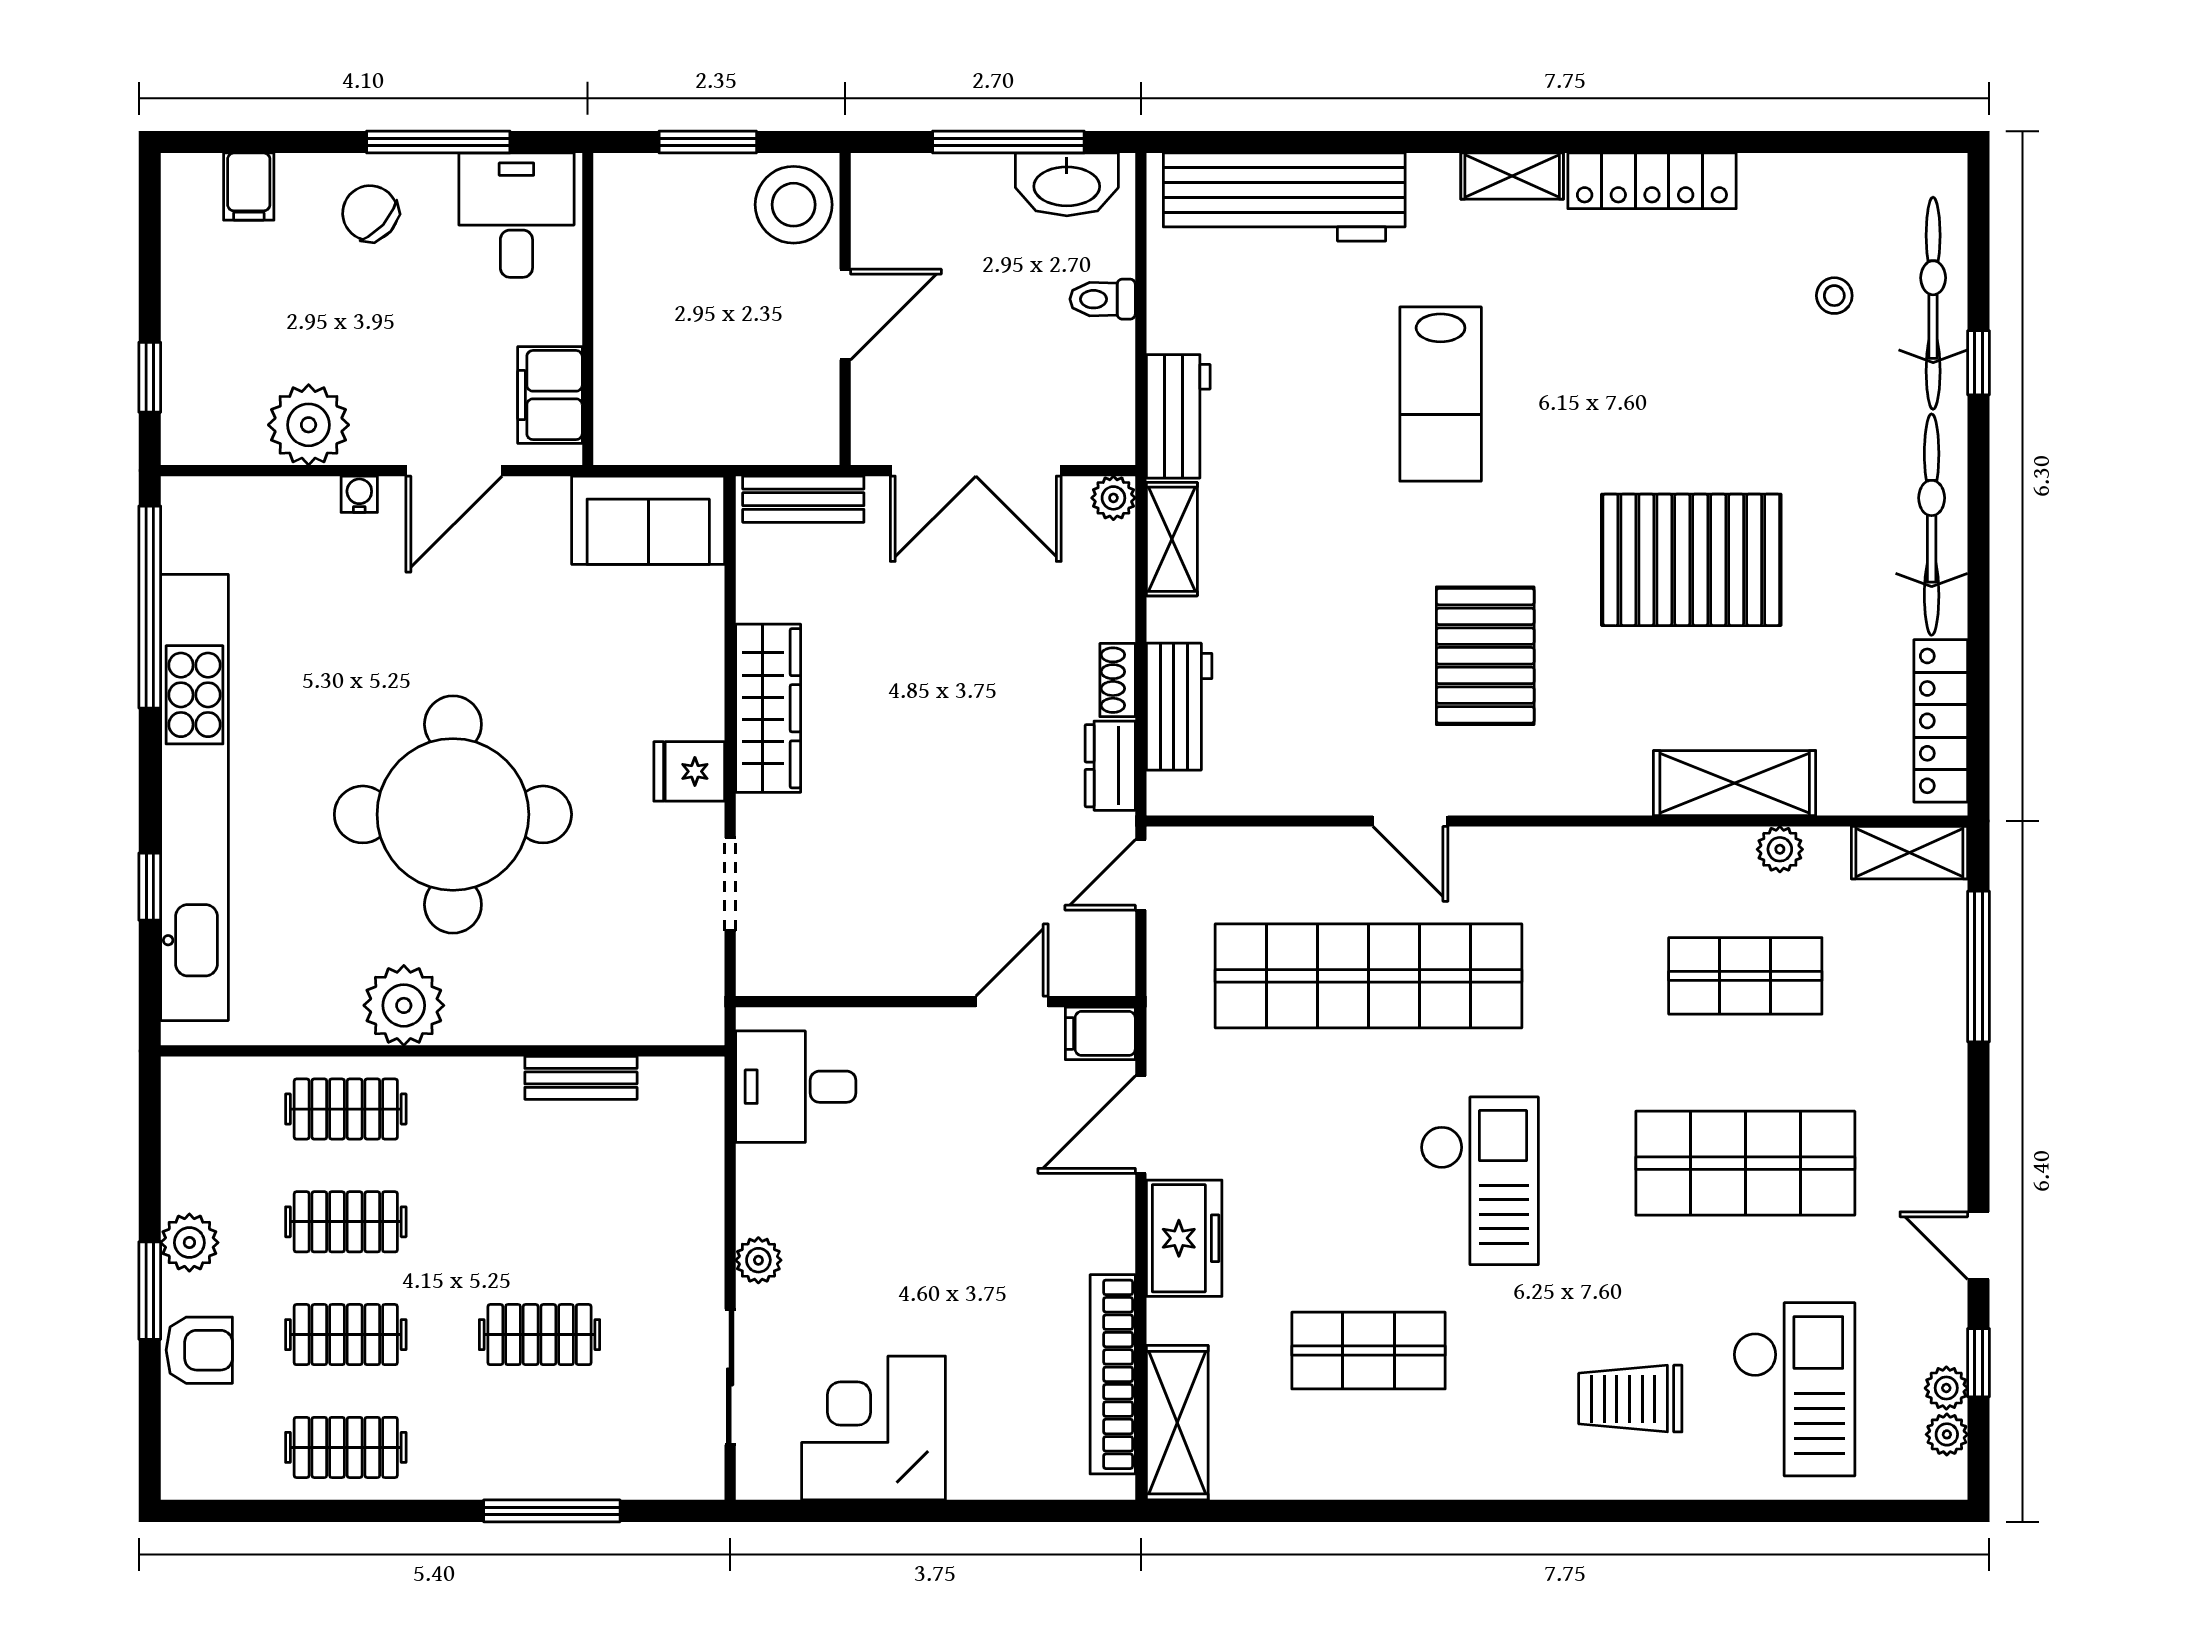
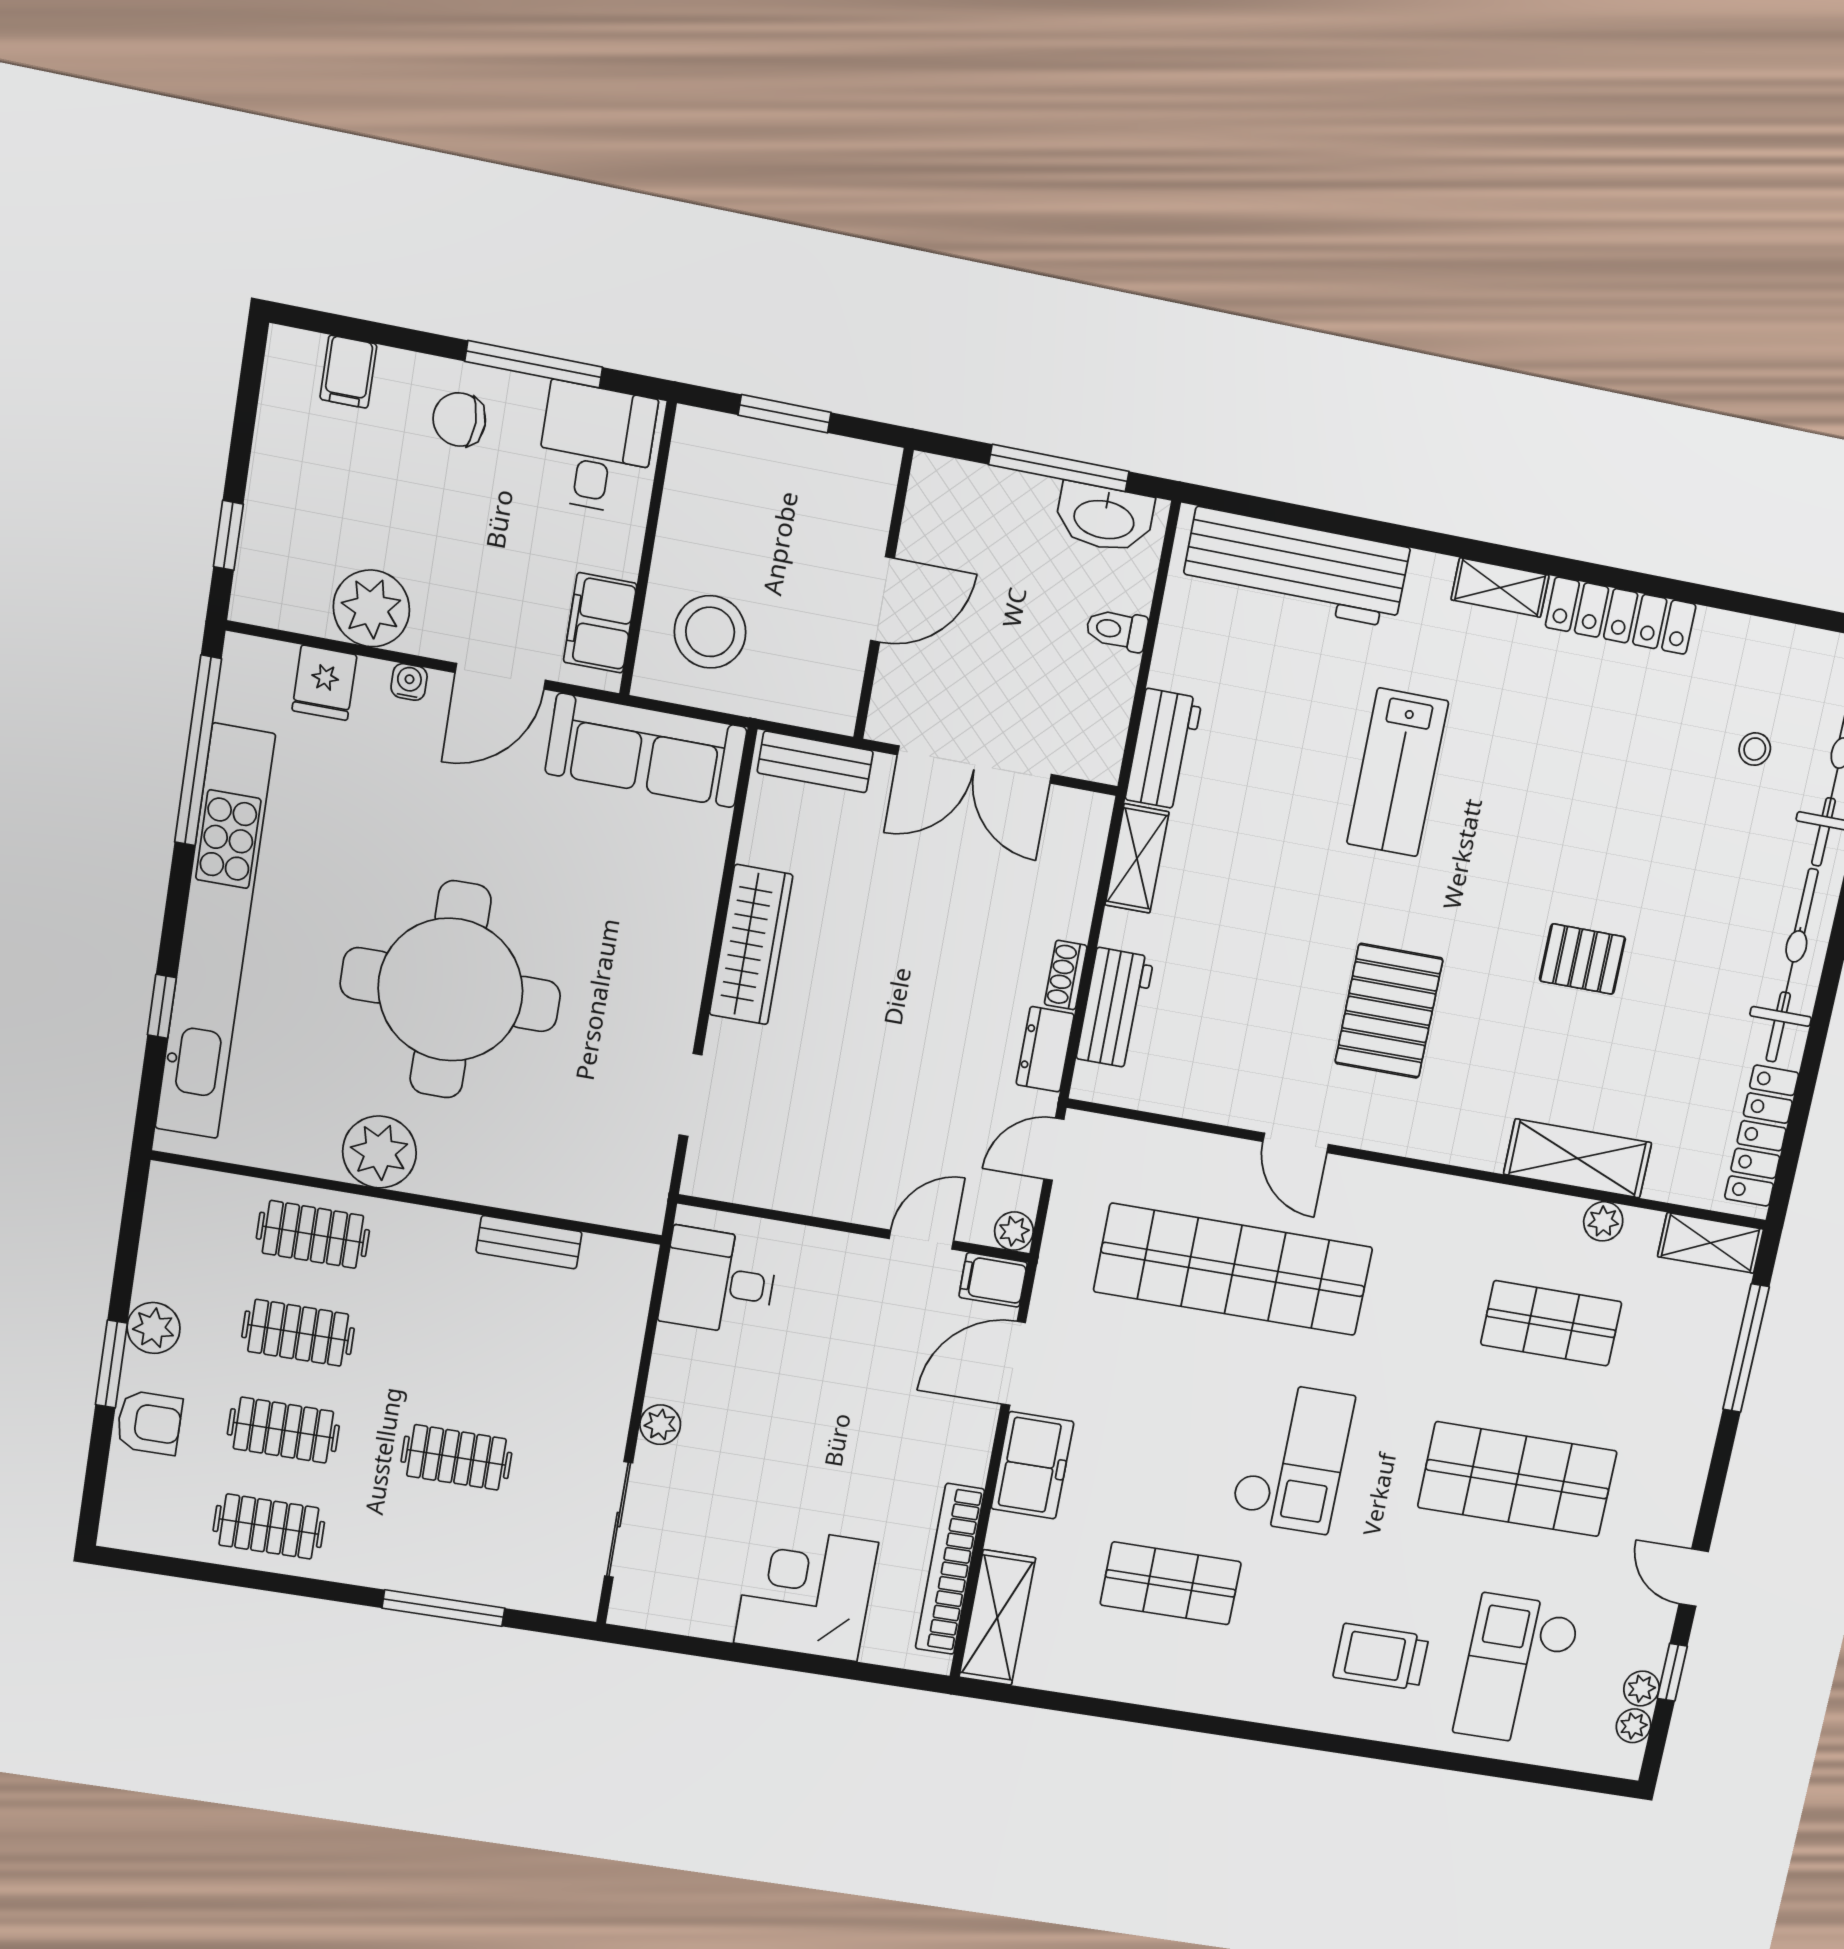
stool: (794, 205) -> (710, 632), moved
chair: (370, 213) -> (459, 419), turned -42
plant: (1113, 498) -> (1014, 1231), moved
sofa: (648, 520) -> (646, 750), width x1.36
pallet: (1691, 560) -> (1582, 959), width x0.49, depth x0.50
fridge: (689, 771) -> (324, 683), moved, turned -90
checkout: (1794, 1389) -> (1517, 1670), turned 180
corner desk: (873, 1428) -> (806, 1593), moved

